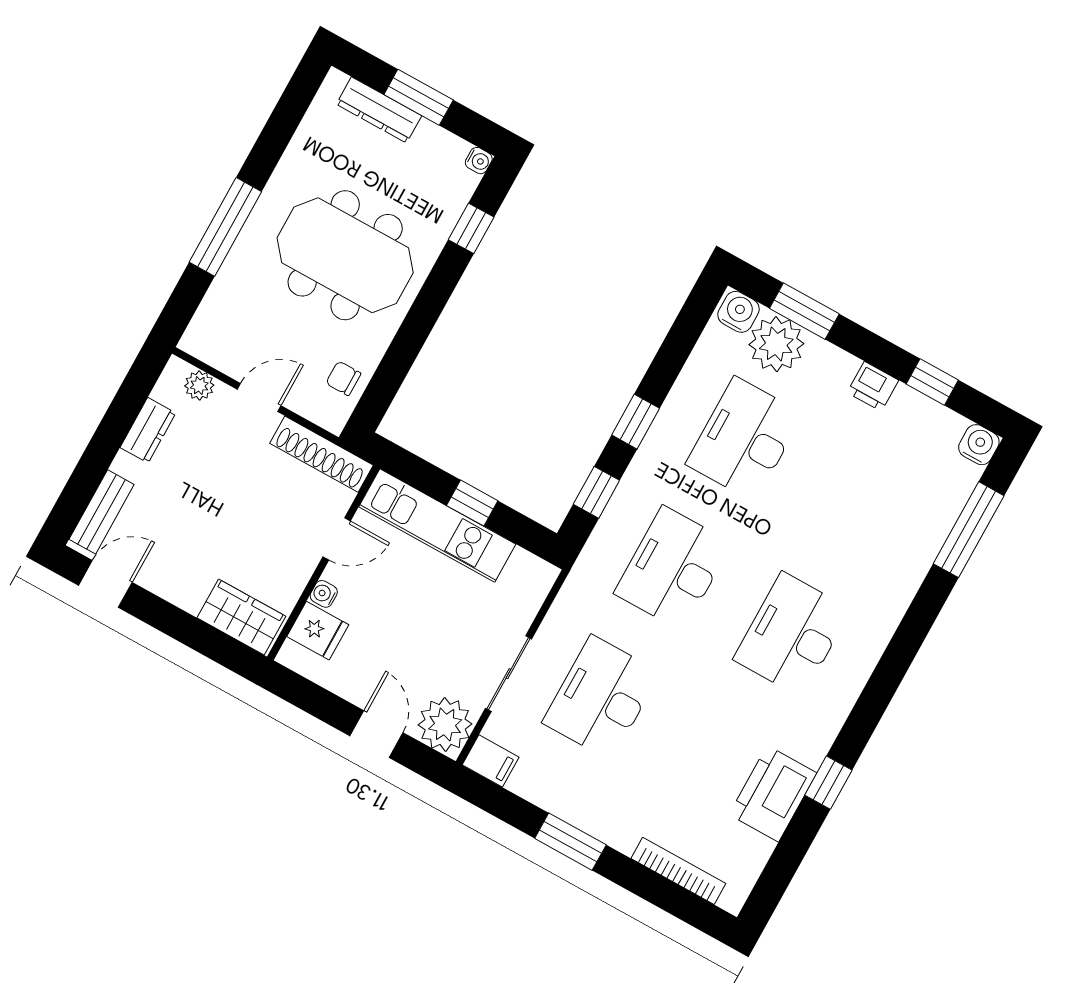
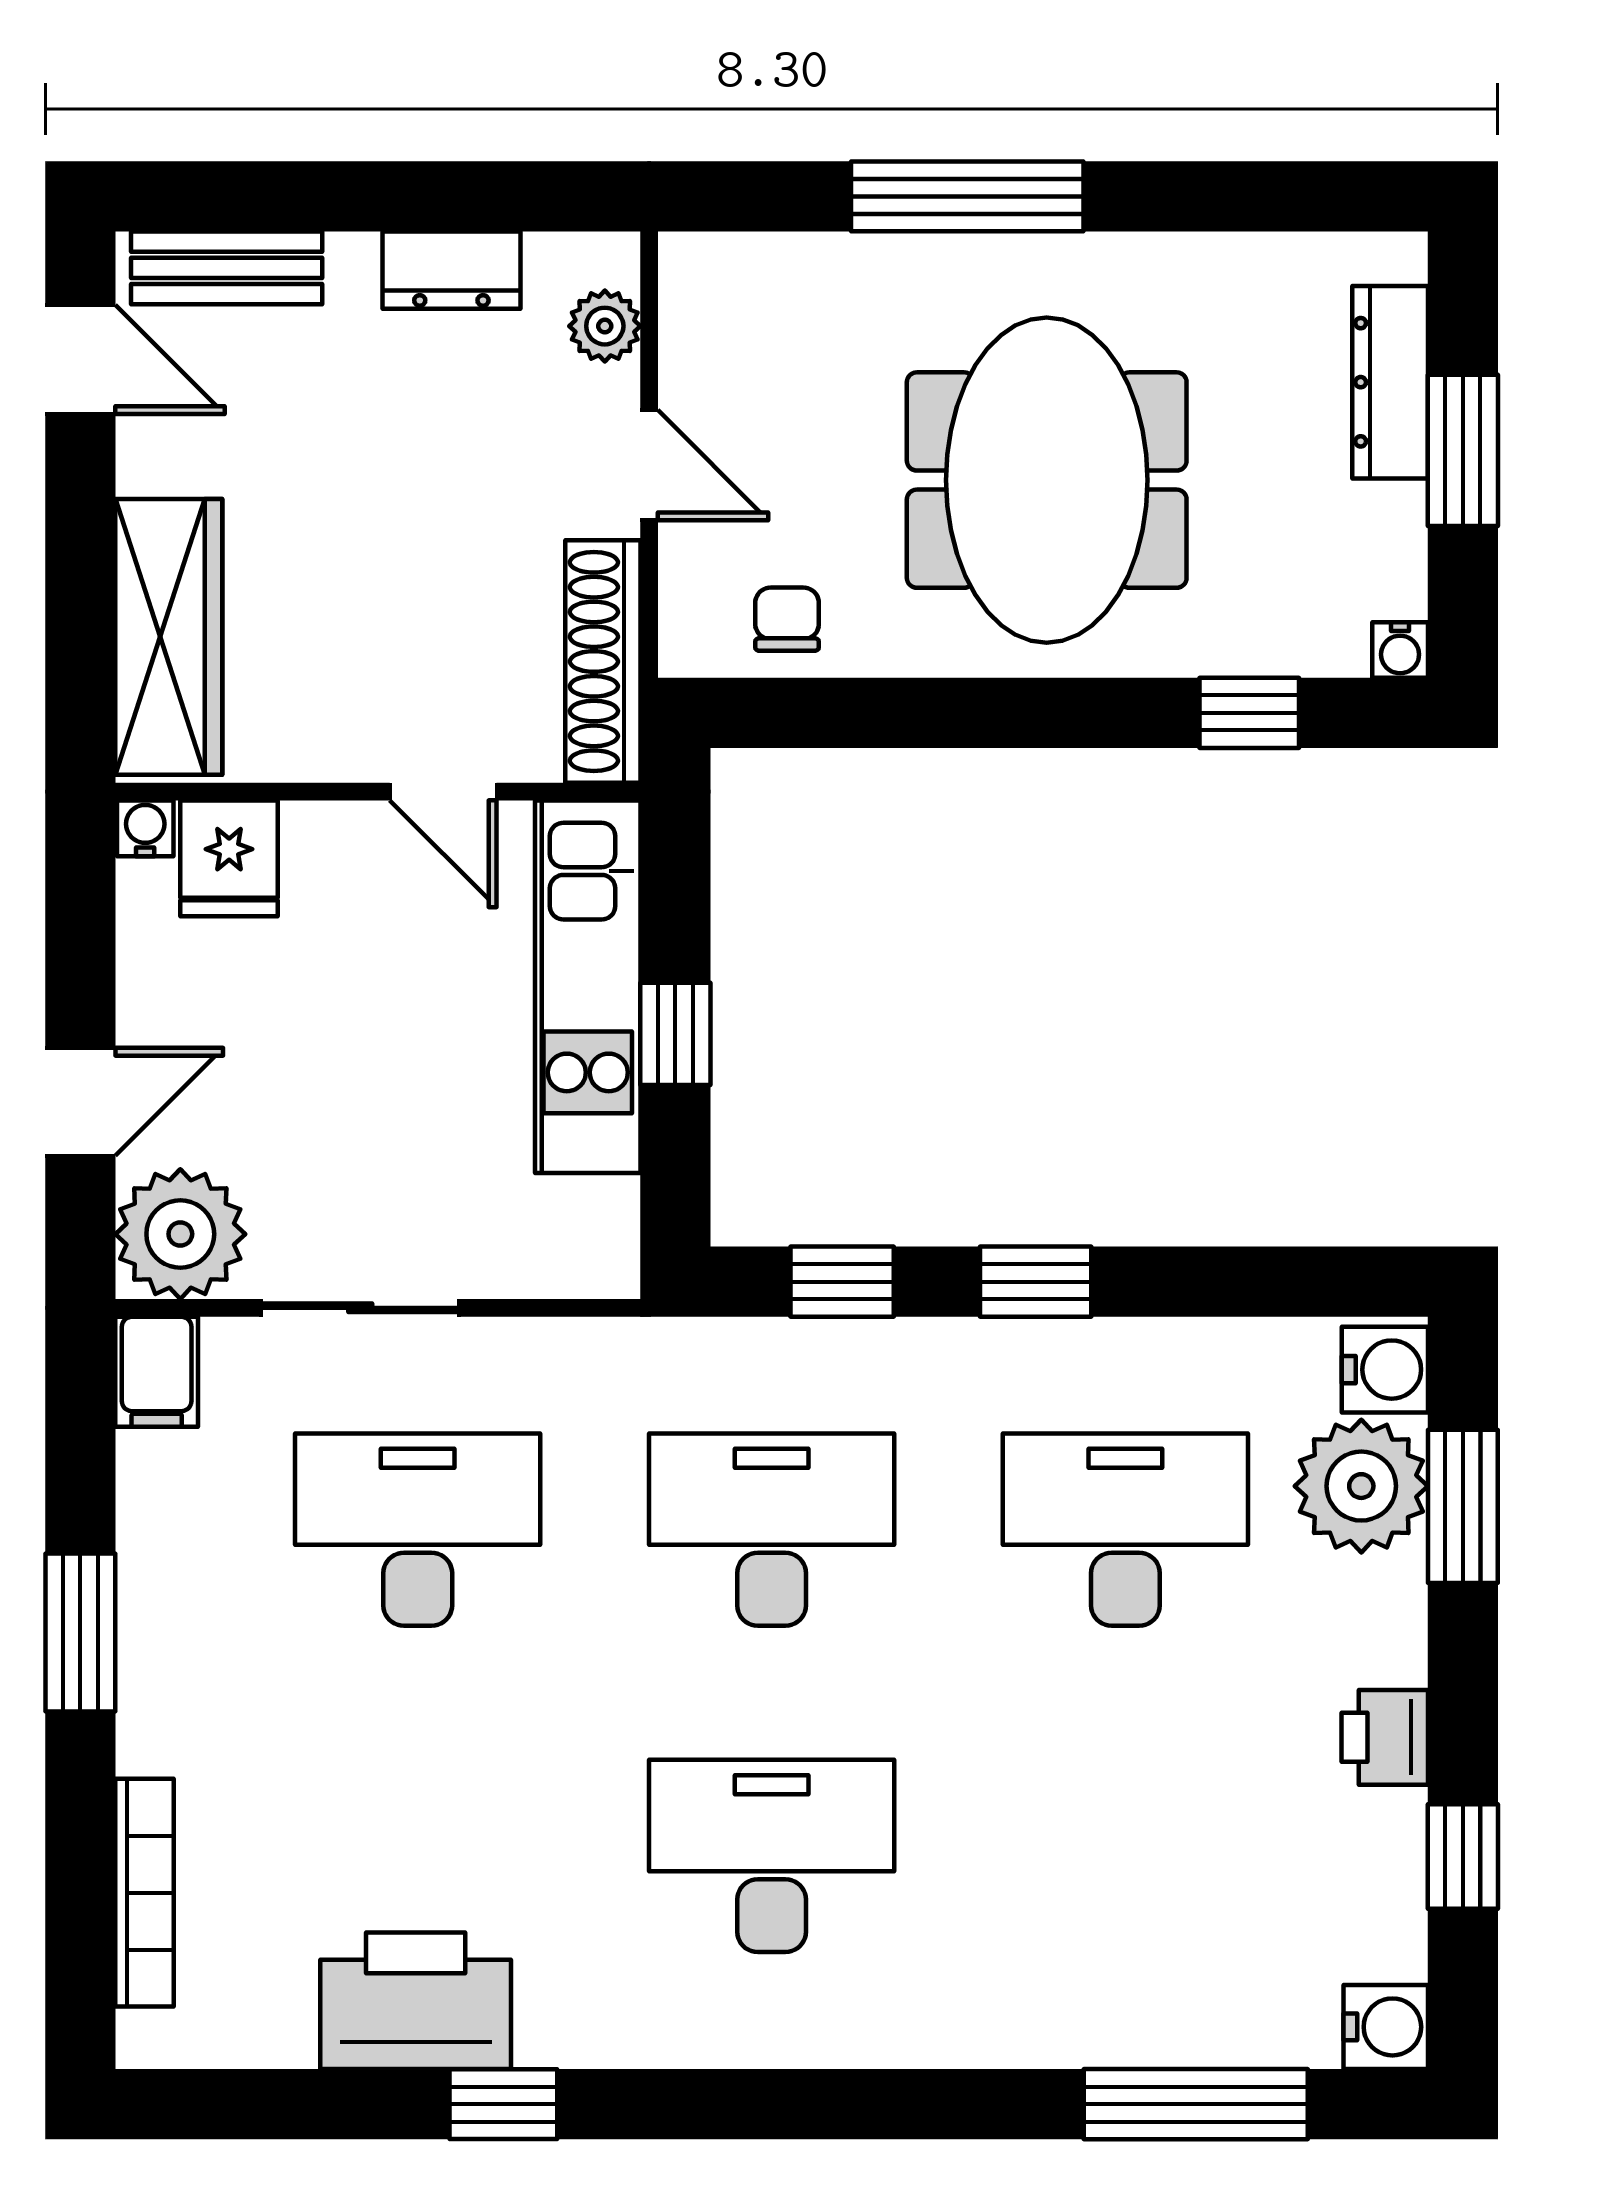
water cooler: (324, 594) -> (145, 828), moved
wardrobe: (241, 617) -> (169, 637), width x1.50

